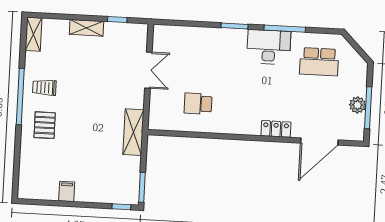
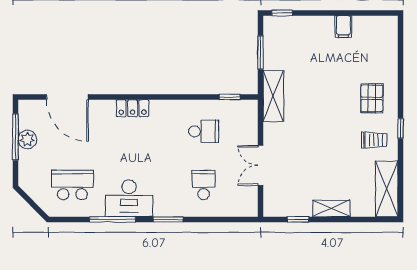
shelving: (34, 34) -> (387, 189), width x1.50, depth x1.33
school desk: (201, 55) -> (204, 185), added
window: (20, 97) -> (400, 128), width x0.32
locker: (276, 129) -> (133, 108), moved
window: (173, 133) -> (229, 97), added
door: (319, 141) -> (67, 97), swing flipped
window: (142, 187) -> (260, 53), moved

